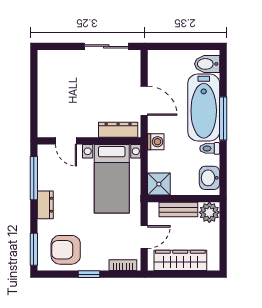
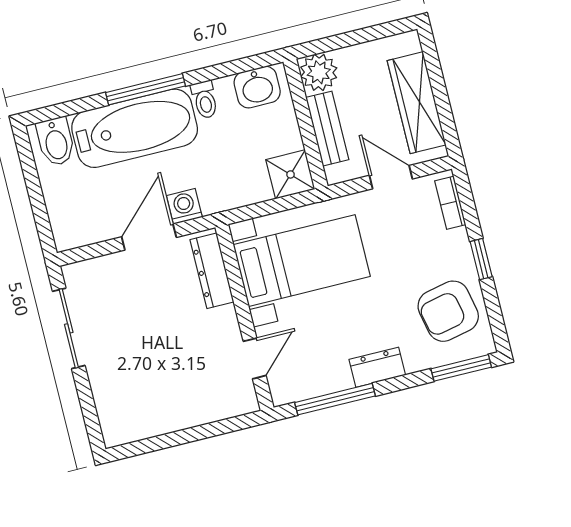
washing machine: (156, 142) -> (184, 206), moved
armchair: (66, 250) -> (448, 311), turned 78

